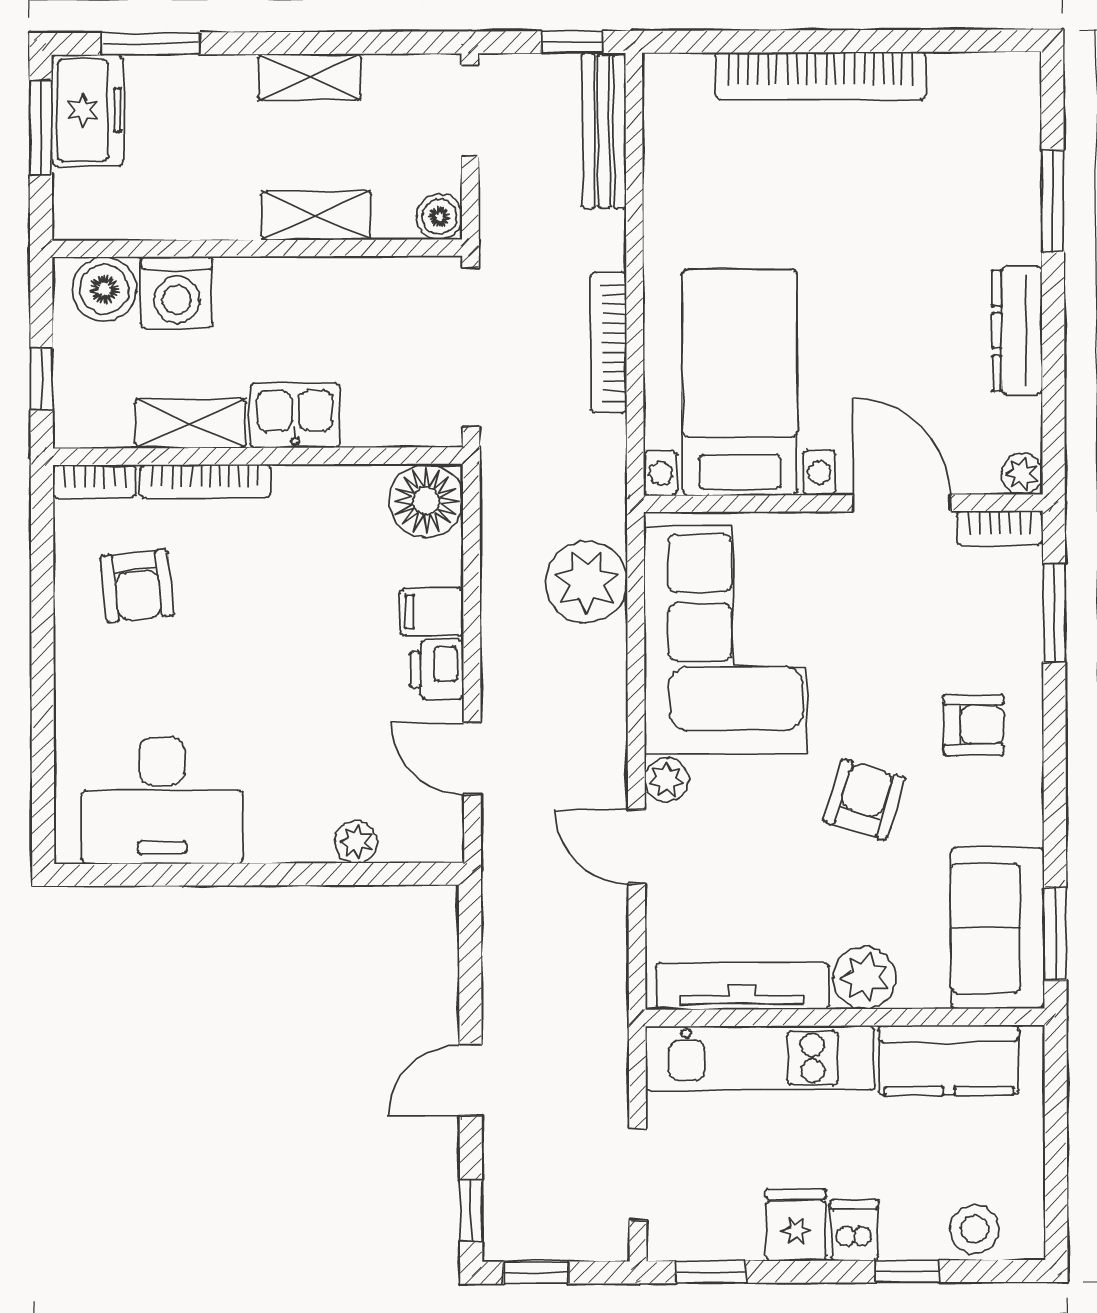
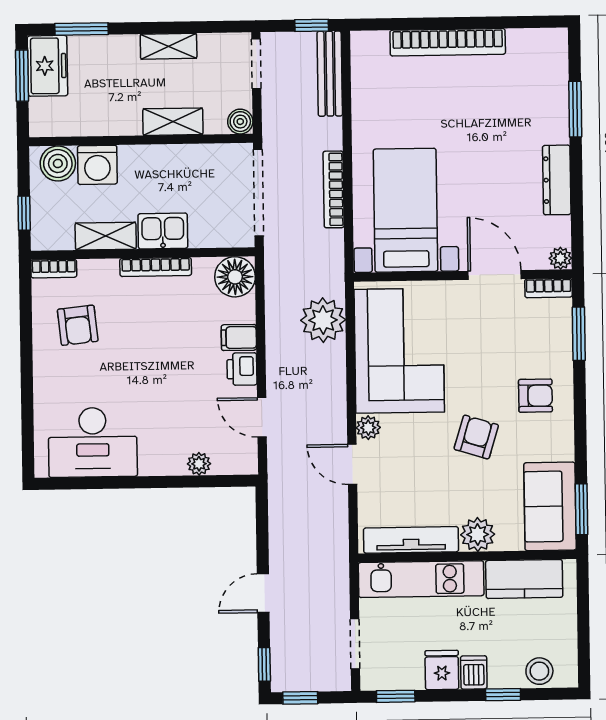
bookcase: (206, 481) -> (156, 267), moved

